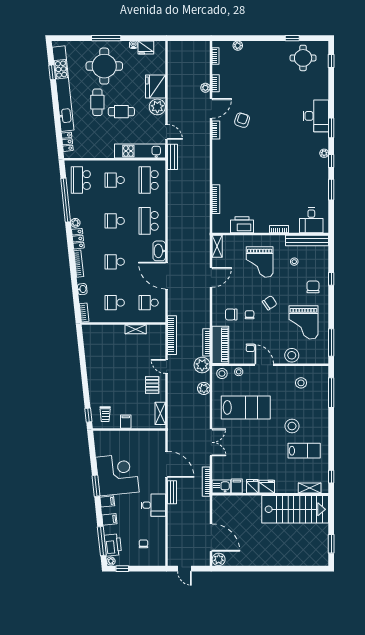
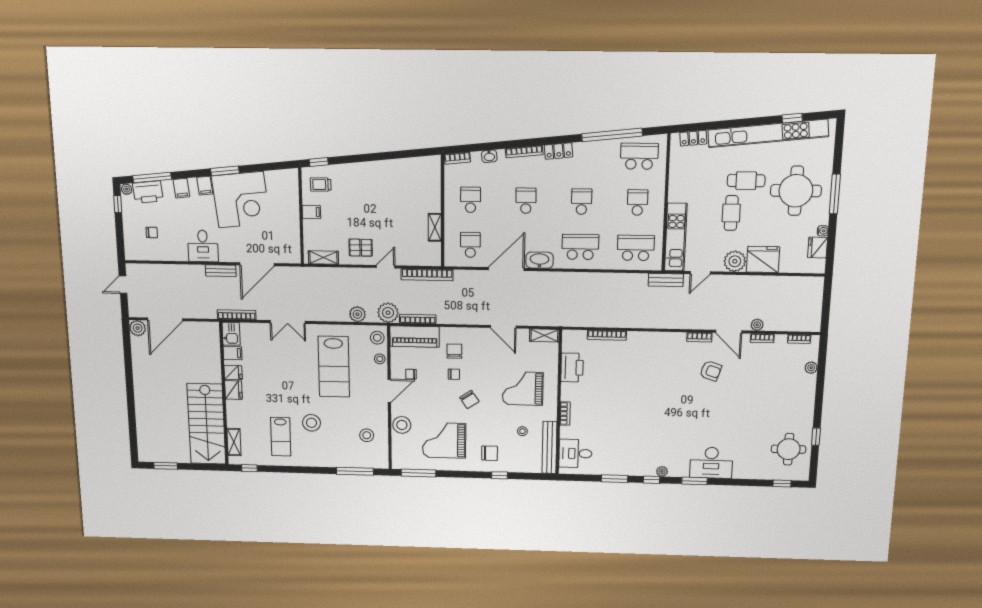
plant: (75, 223) -> (580, 148), removed

